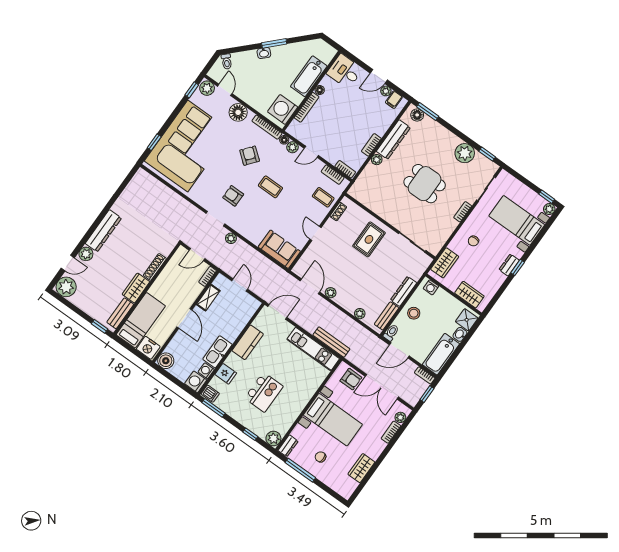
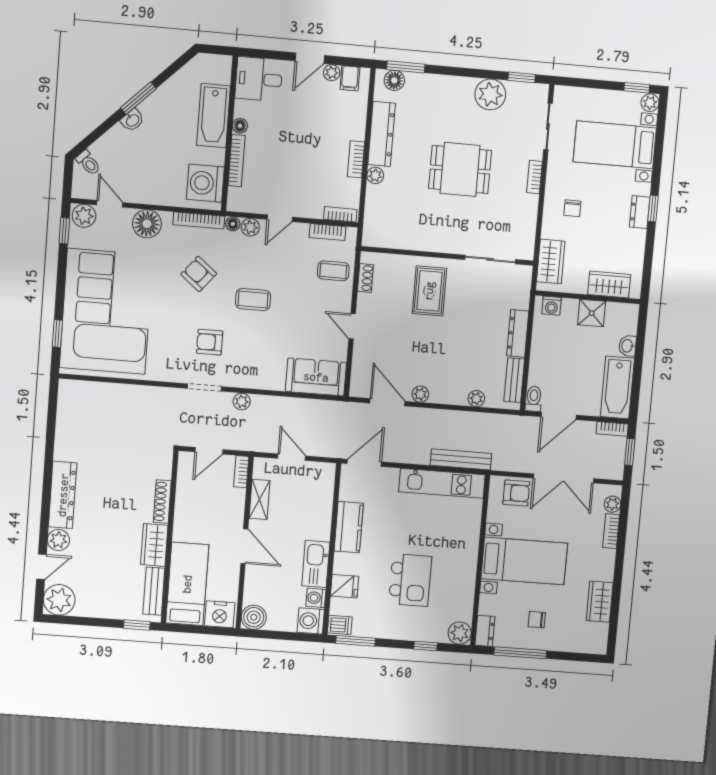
stool: (414, 313) -> (549, 355), removed
shower: (467, 320) -> (592, 313), moved

